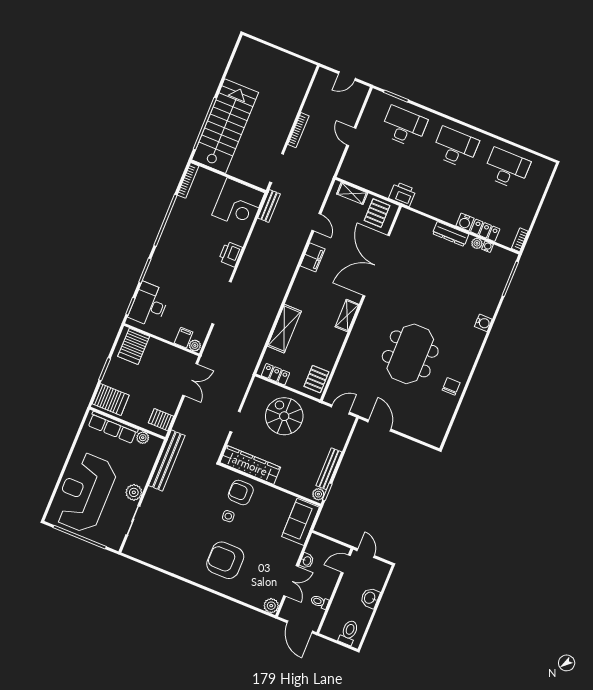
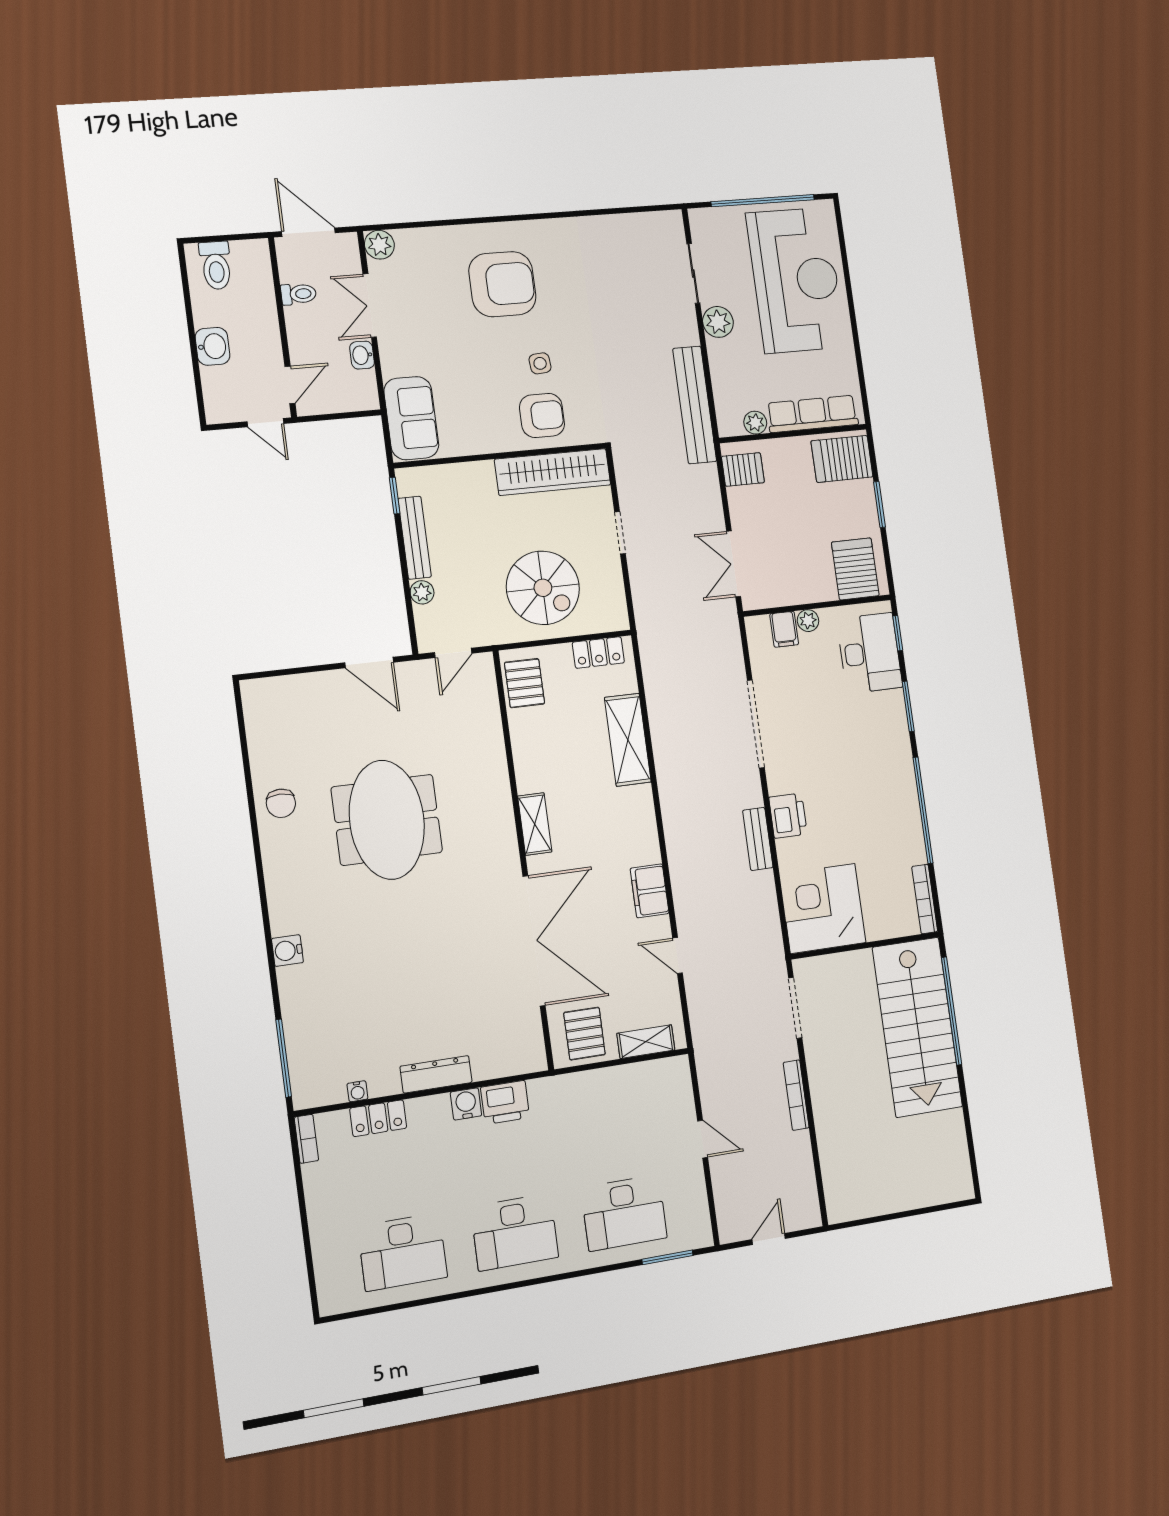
printer: (402, 194) -> (505, 1102), moved
bench: (269, 206) -> (758, 839), moved
water cooler: (465, 222) -> (466, 1104), moved
plant: (477, 243) -> (380, 1086), removed
plant: (195, 345) -> (808, 621), moved
plant: (318, 494) -> (422, 592), moved

